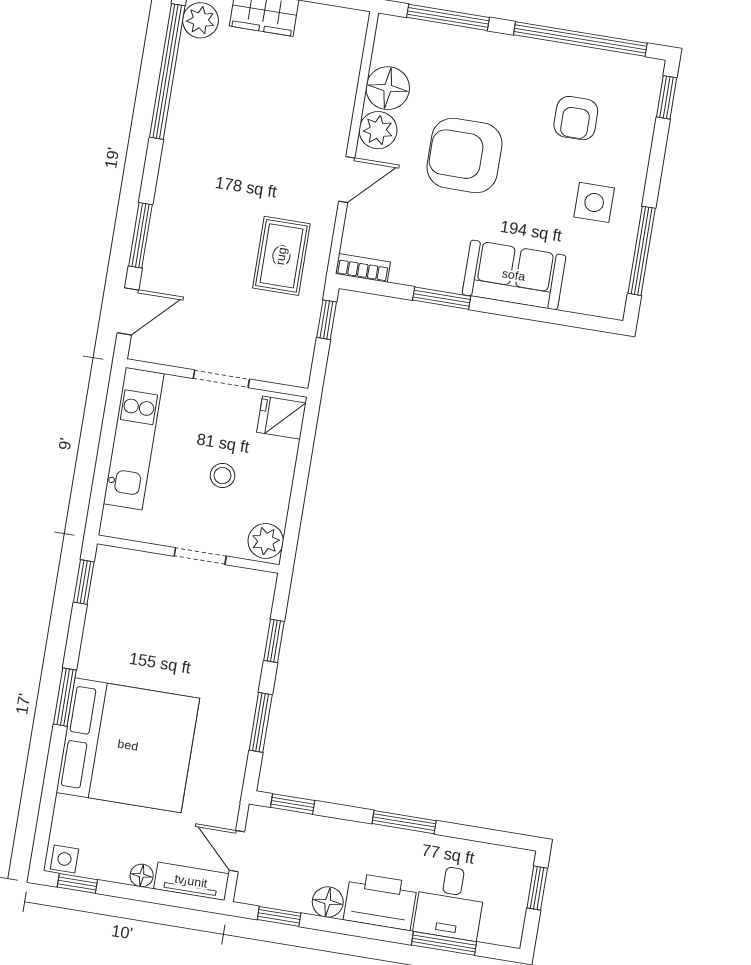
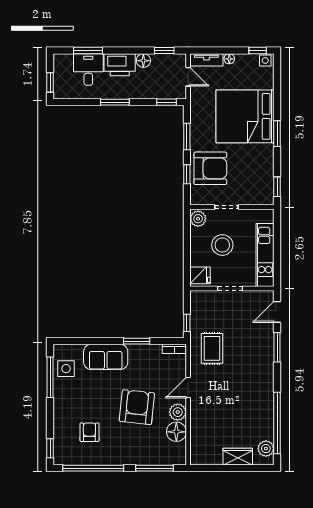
armchair: (464, 155) -> (137, 407), turned -84
side table: (594, 202) -> (66, 369), moved
stool: (223, 476) -> (222, 245), width x1.89, depth x1.89
armchair: (221, 645) -> (210, 168), added

